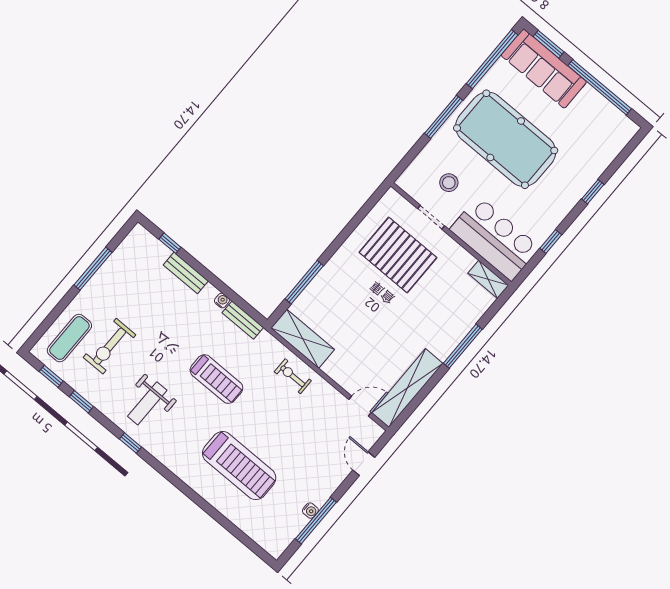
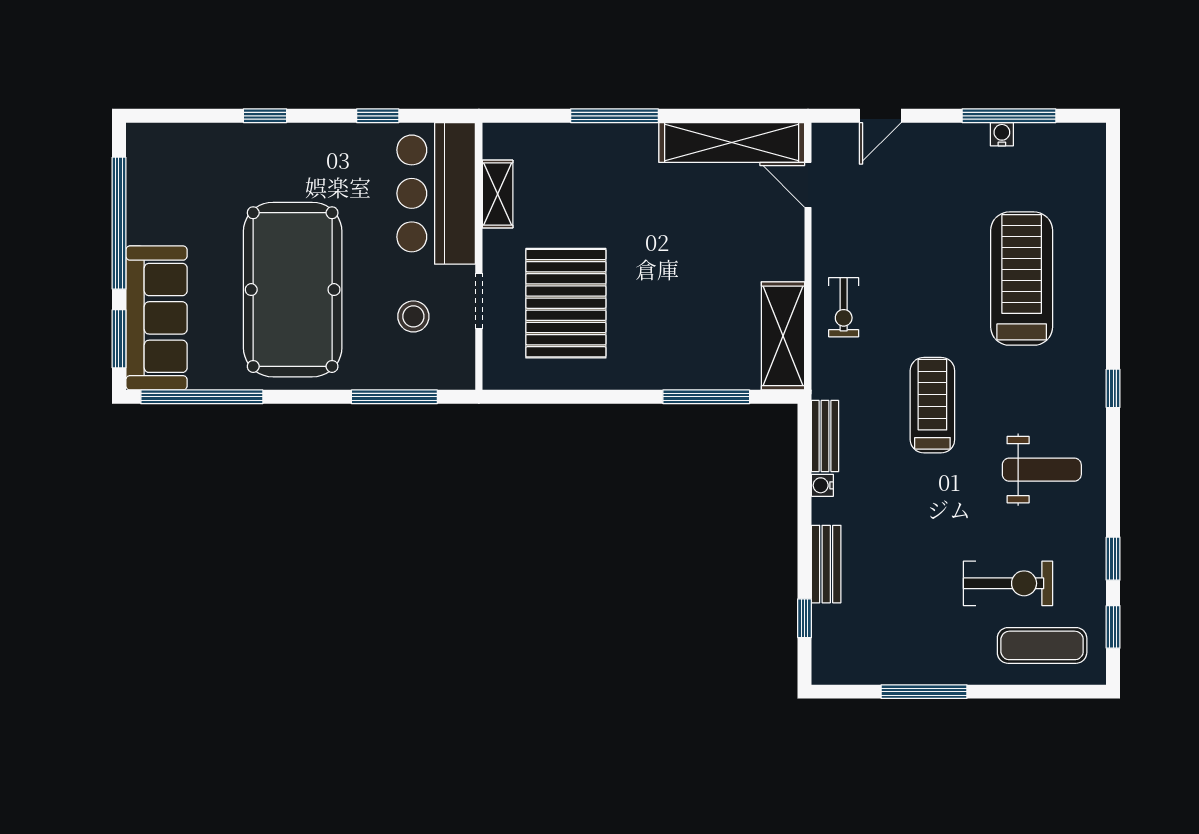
window: (444, 117) -> (394, 397), moved
shelving: (488, 279) -> (498, 194), moved
window: (130, 443) -> (1113, 388), moved

